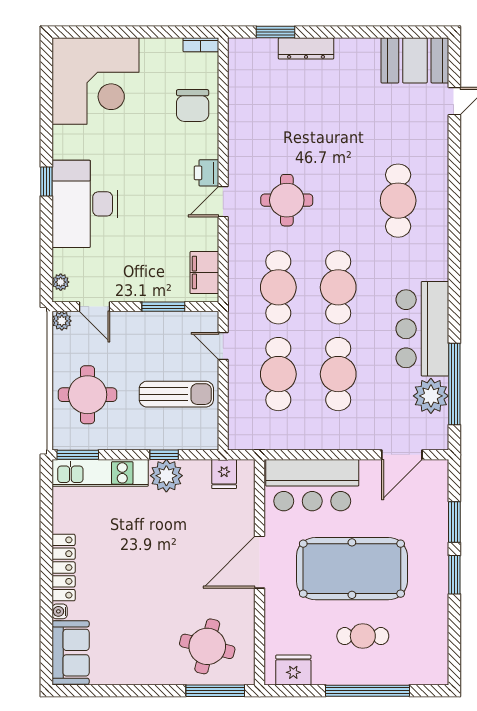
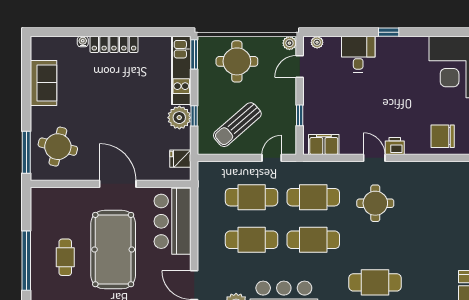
desk: (85, 204) -> (358, 54), width x0.53, depth x0.77
window: (163, 307) -> (300, 115), width x0.67
sun lounger: (176, 394) -> (237, 125), turned 49
sofa: (71, 653) -> (43, 83), moved, turned -90
fridge: (293, 670) -> (41, 208), removed

